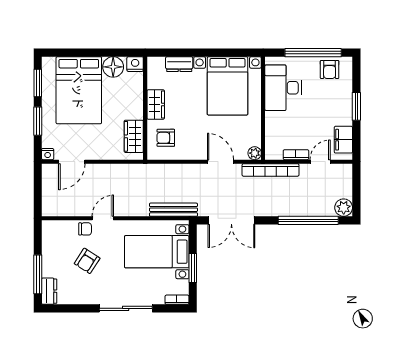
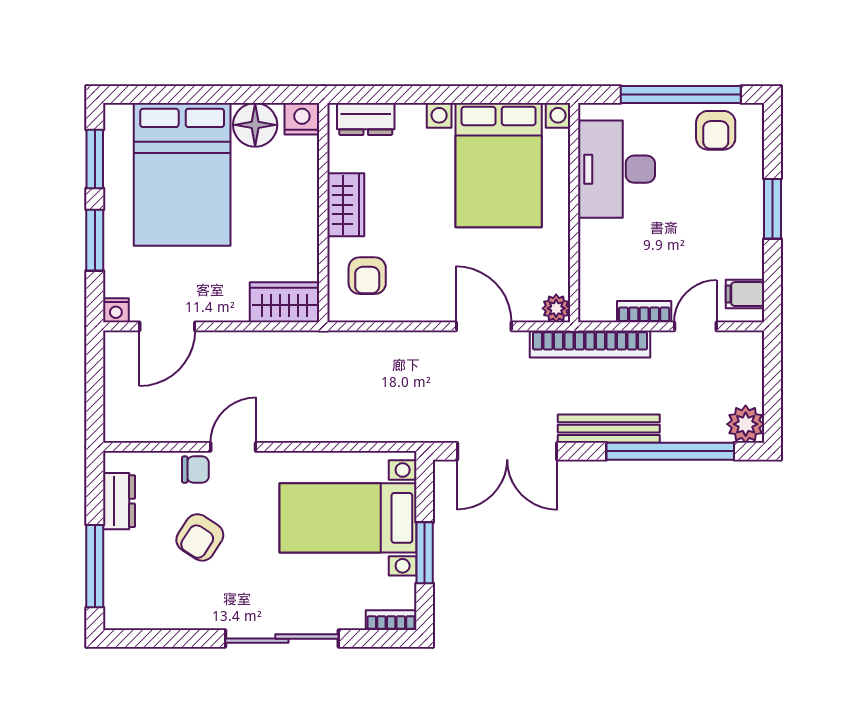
dresser: (179, 64) -> (366, 119), moved
wardrobe: (134, 136) -> (285, 302), moved, turned 90
armchair: (166, 138) -> (367, 276), turned -90
filing cabinet: (343, 140) -> (745, 294), width x0.50
bench: (173, 210) -> (609, 429), moved
dresser: (49, 291) -> (119, 501), moved

